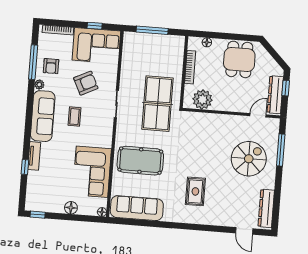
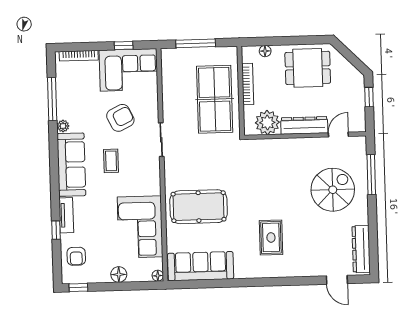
dining table: (239, 59) -> (308, 68), turned 90
armchair: (51, 66) -> (76, 256), moved
dresser: (275, 95) -> (304, 125), moved, turned 90
table tennis table: (158, 104) -> (215, 99), moved

